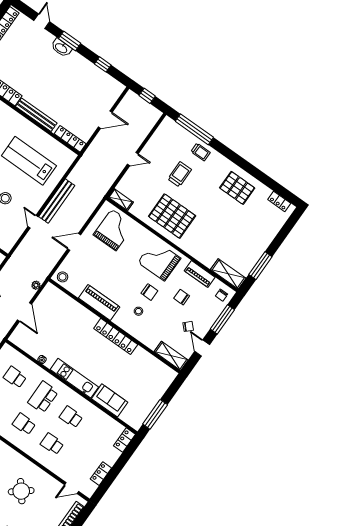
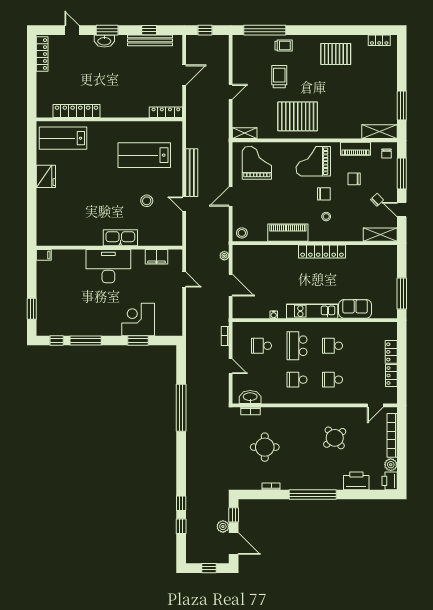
bench: (36, 115) -> (150, 40), moved
locker: (124, 440) -> (391, 352), moved

